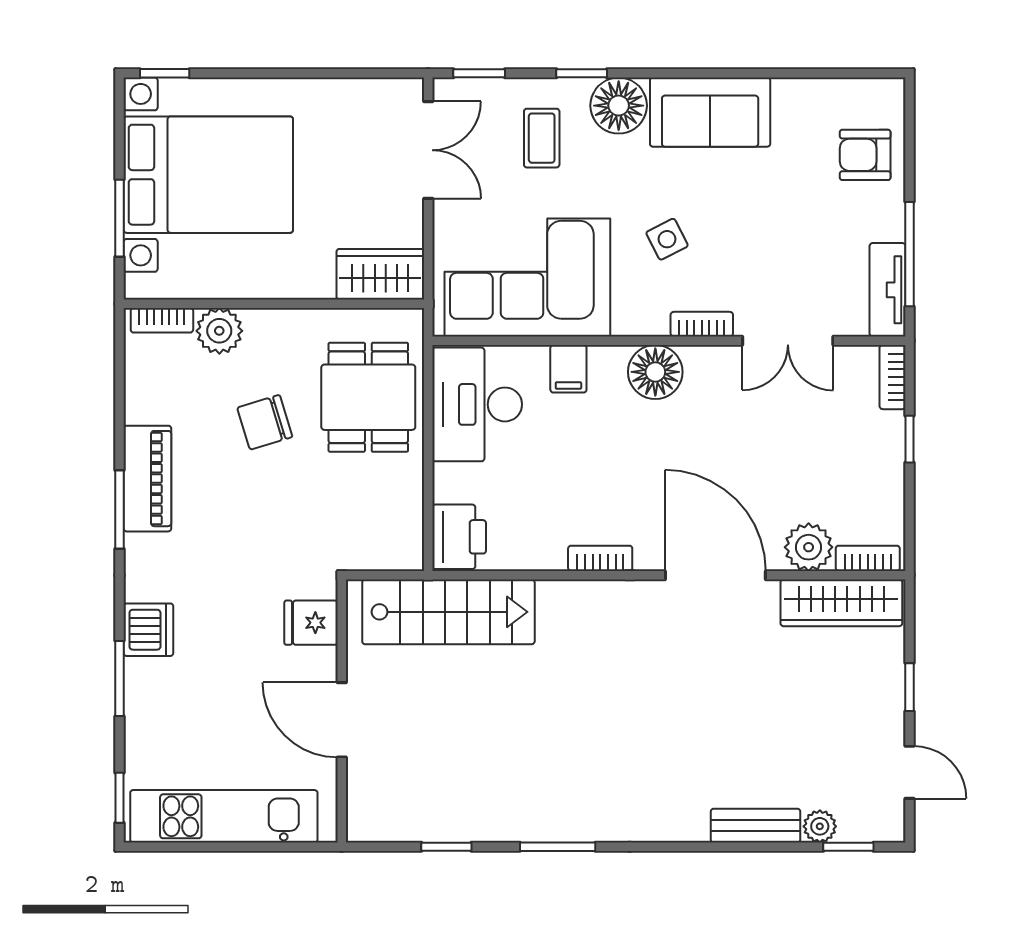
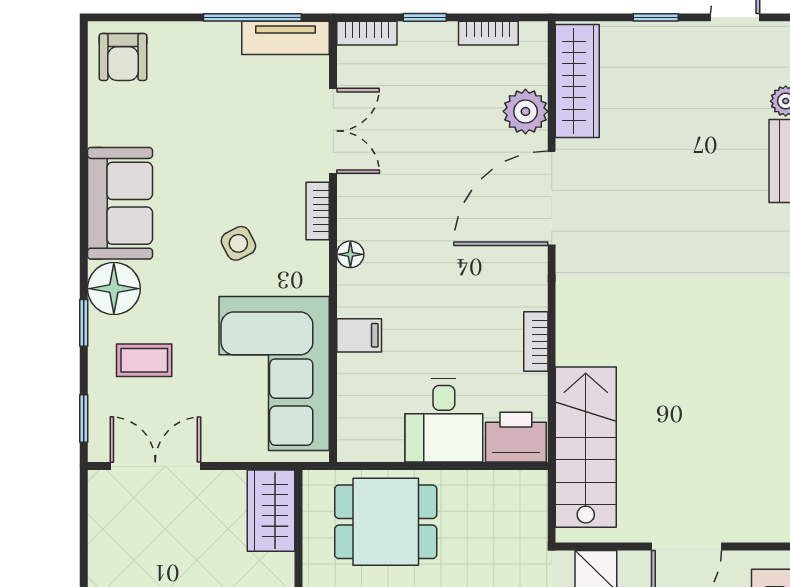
armchair: (865, 155) -> (123, 57), moved
floor lamp: (655, 372) -> (350, 254), width x0.53, depth x0.53
desk: (477, 404) -> (444, 420), moved, width x0.73
bookcase: (600, 558) -> (536, 342), moved
bookcase: (868, 558) -> (488, 33), moved, turned -90

